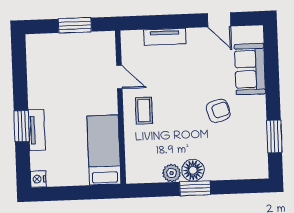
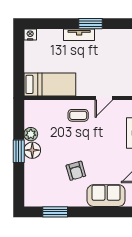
window: (22, 126) -> (91, 24), moved
tv unit: (37, 130) -> (79, 35), moved

